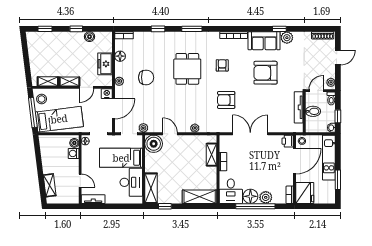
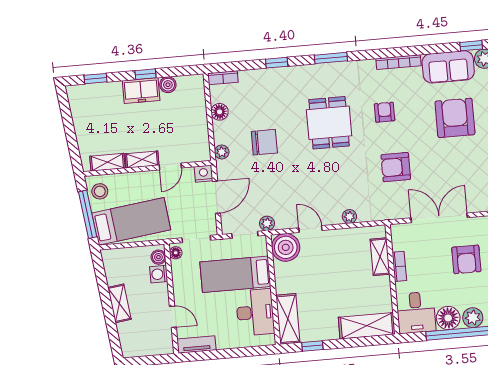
freezer: (105, 64) -> (141, 91), moved, turned -90
armchair: (265, 73) -> (455, 118), turned 90
armchair: (265, 161) -> (466, 259), added
shelving: (50, 185) -> (119, 303), moved

